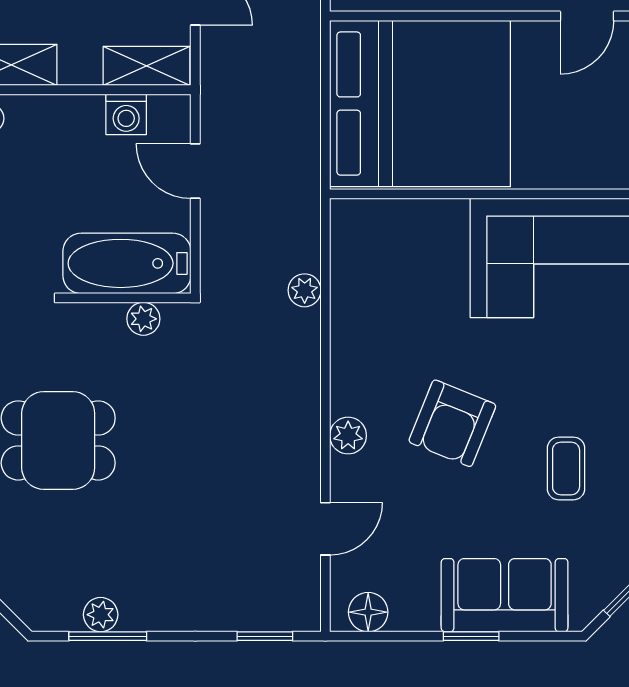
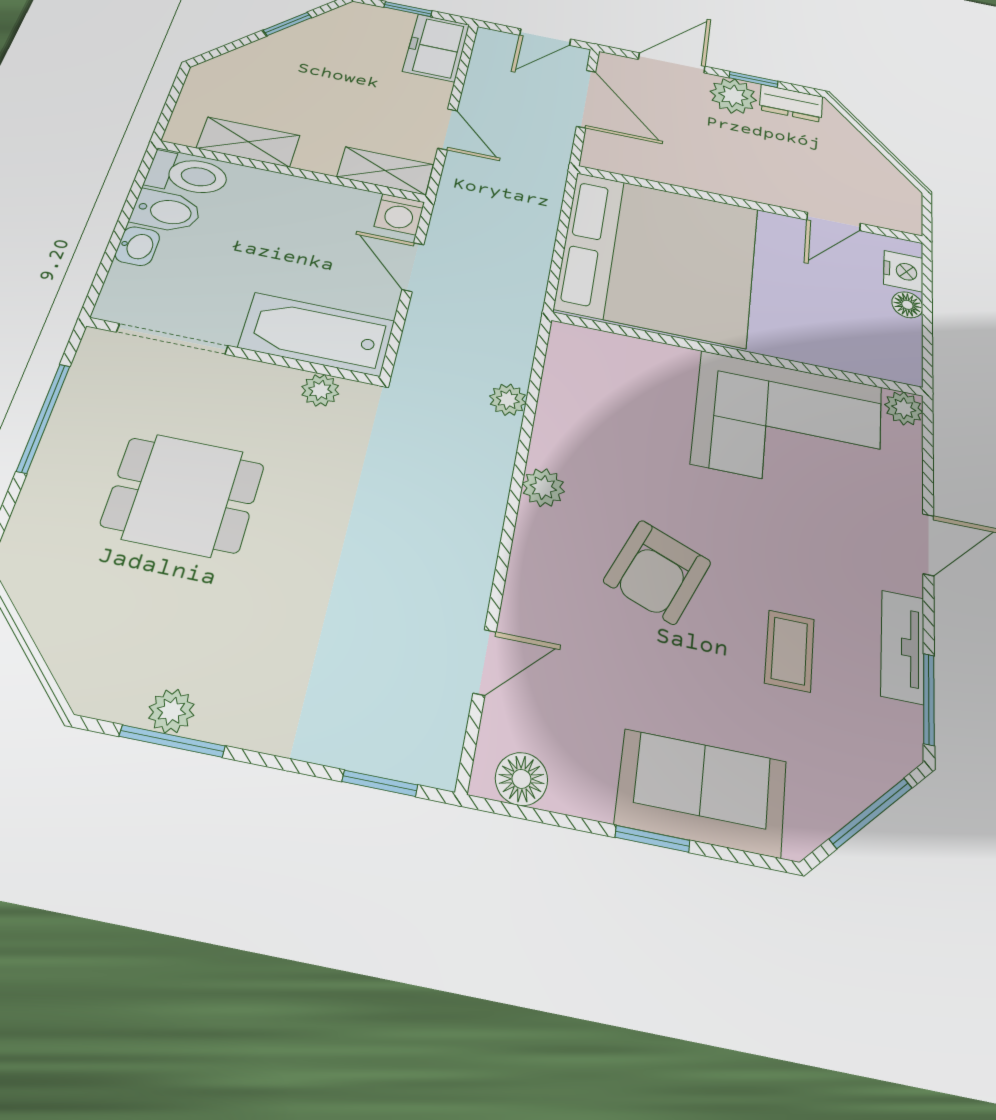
washing machine: (126, 114) -> (399, 214), moved
plant: (348, 436) -> (543, 488), moved

